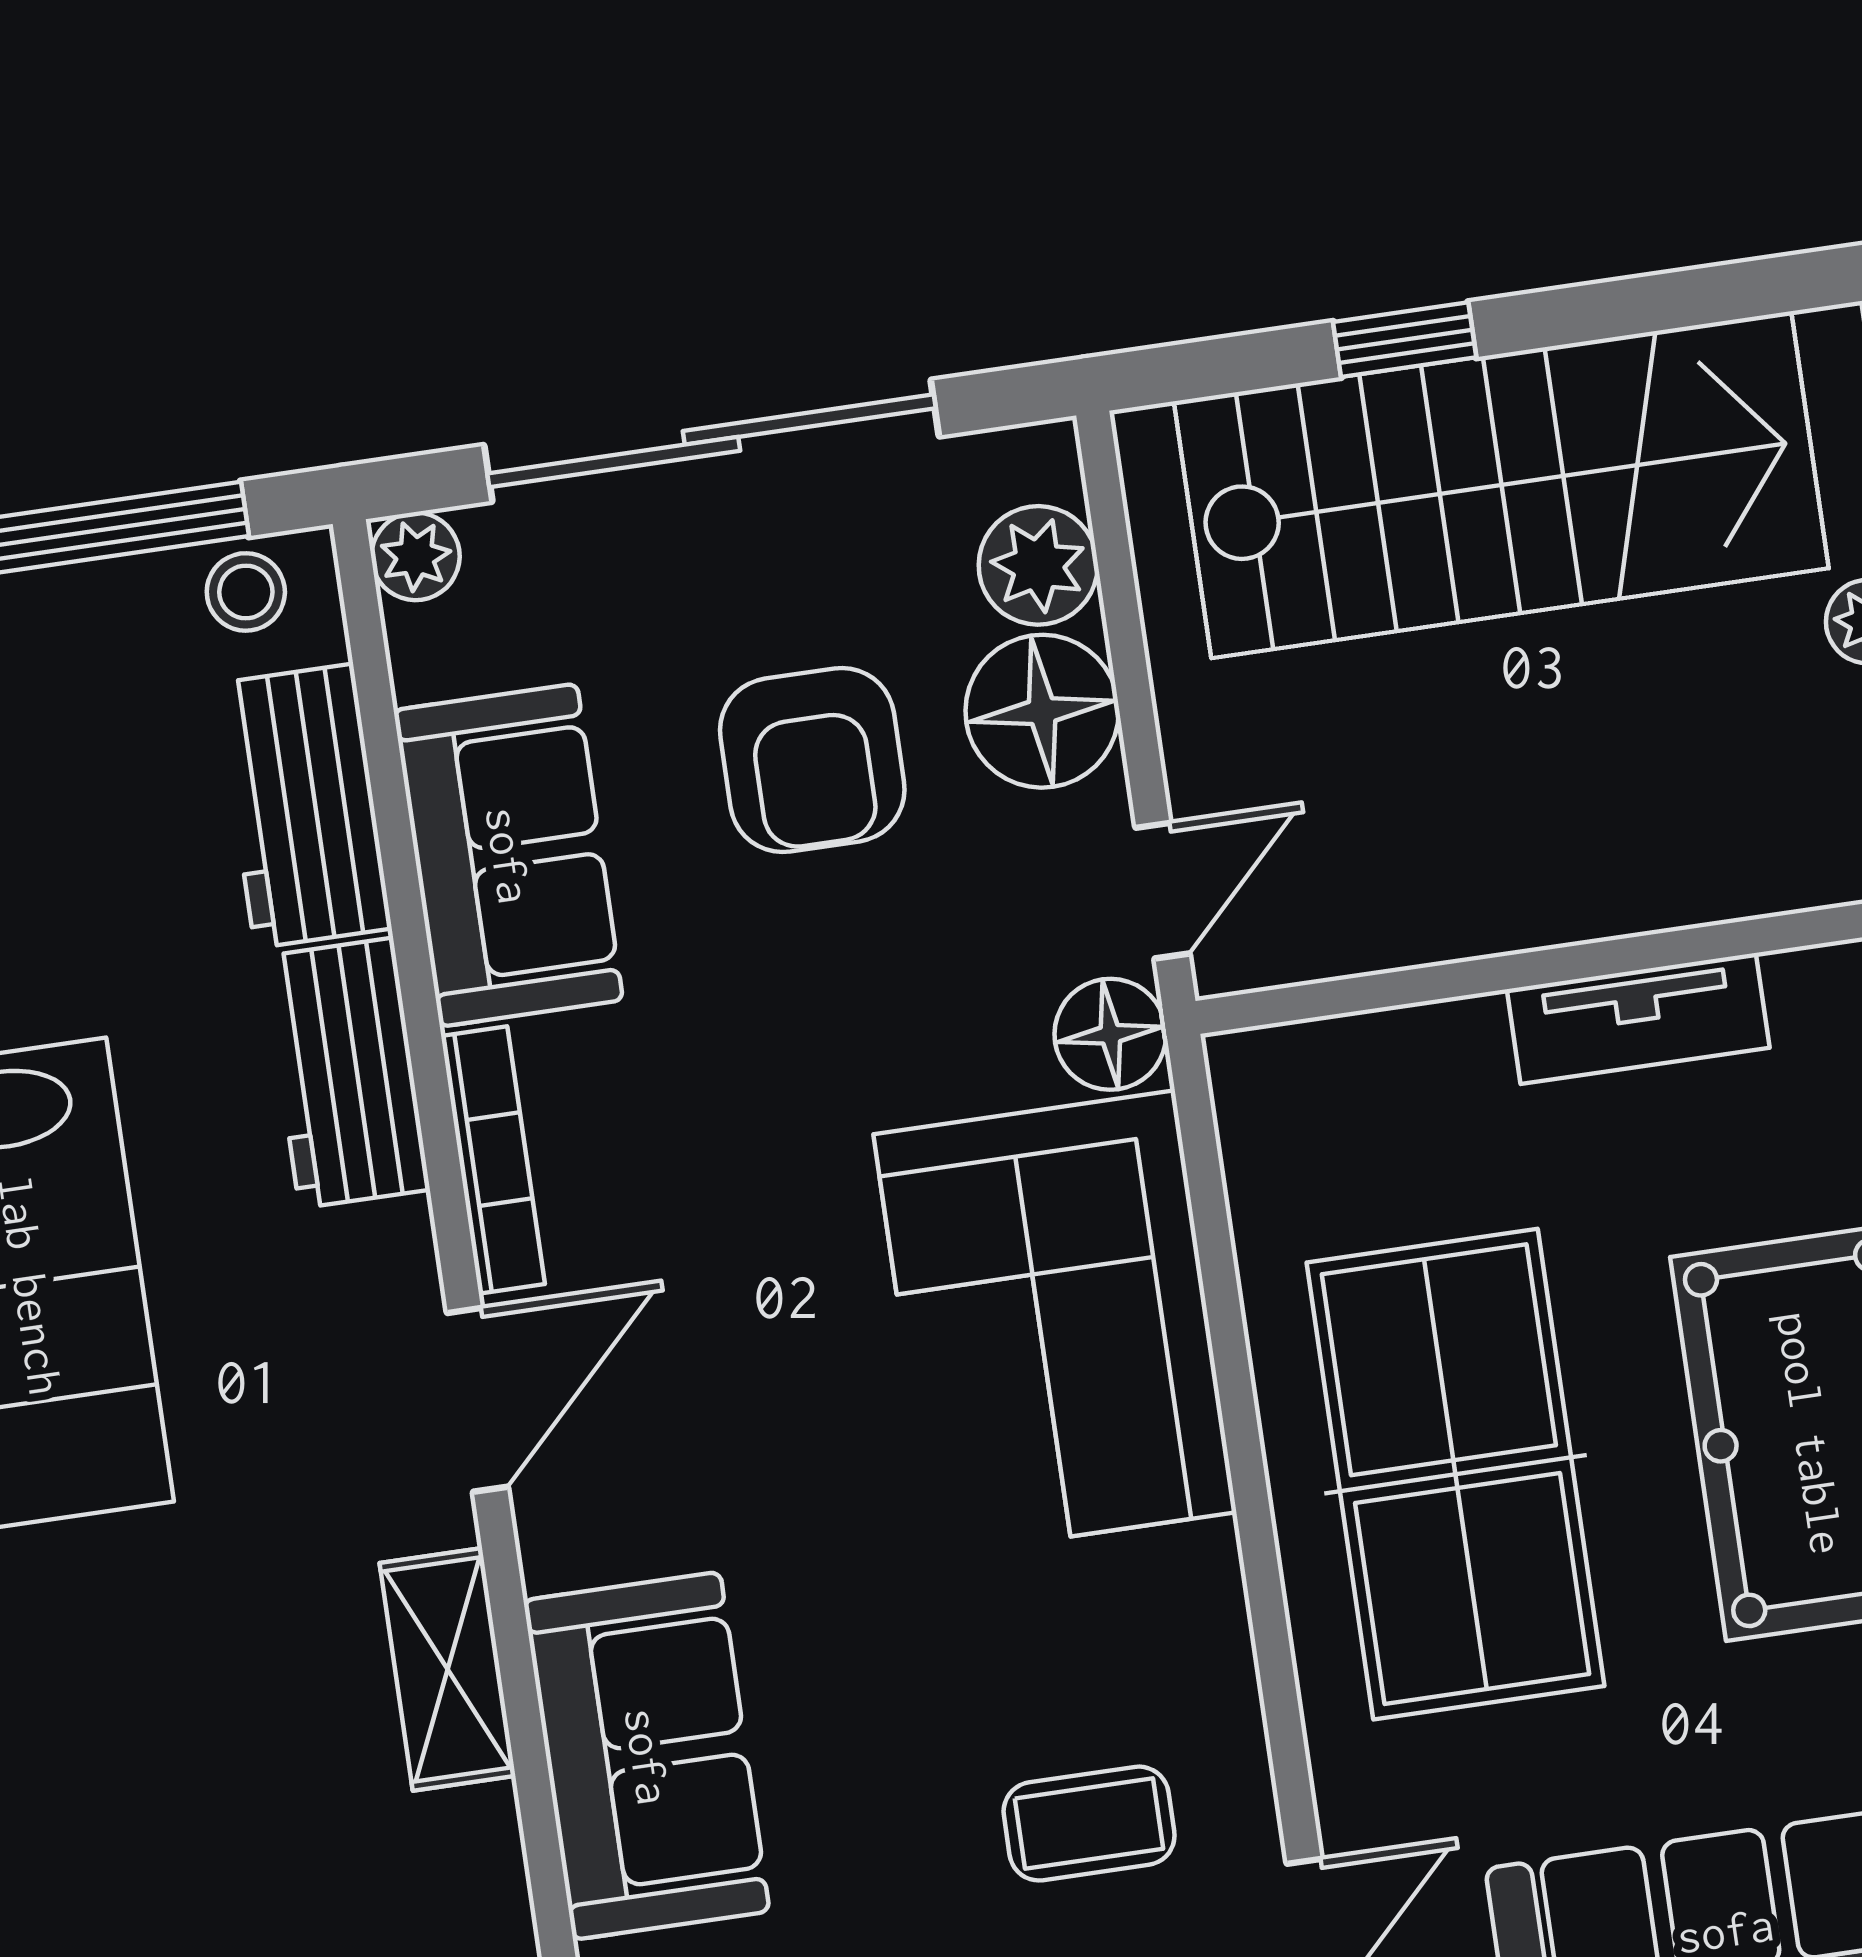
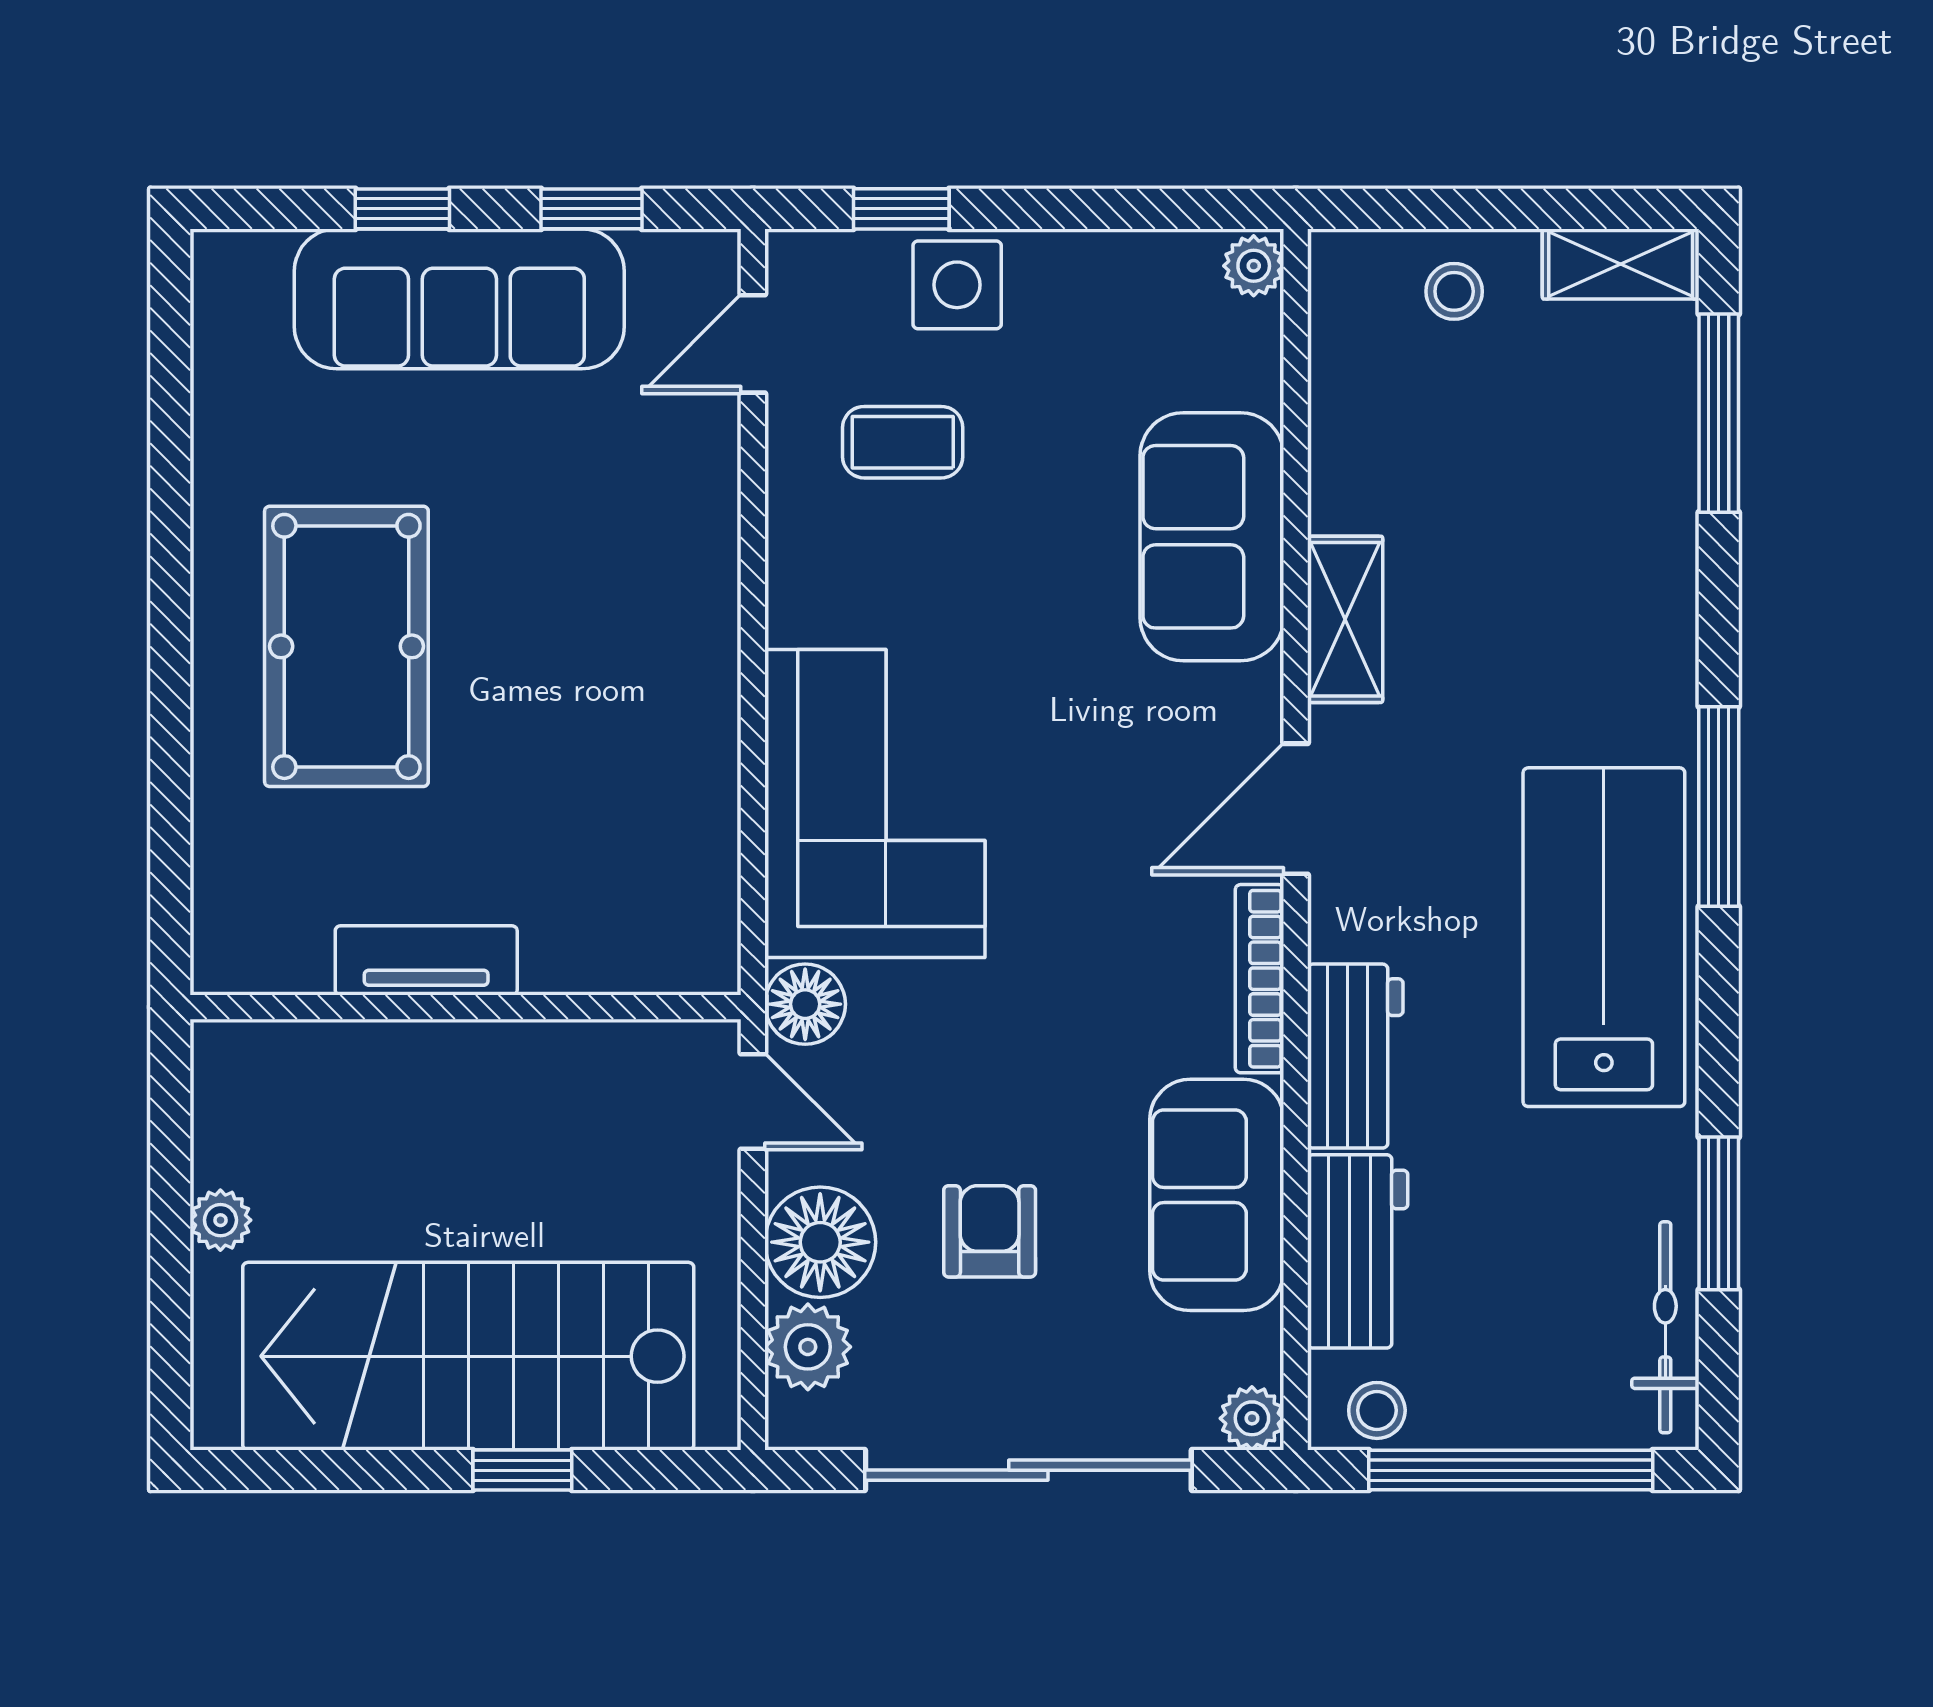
armchair: (812, 760) -> (990, 1231), width x0.72, depth x0.72
door: (1162, 891) -> (753, 1101), swing flipped
table tennis table: (1455, 1474) -> (604, 654), removed

